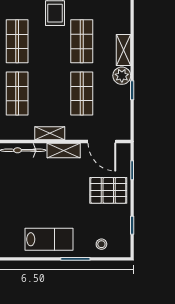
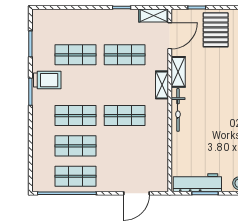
shelving: (124, 50) -> (154, 16), moved
plant: (122, 76) -> (108, 17), removed

